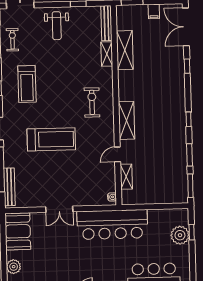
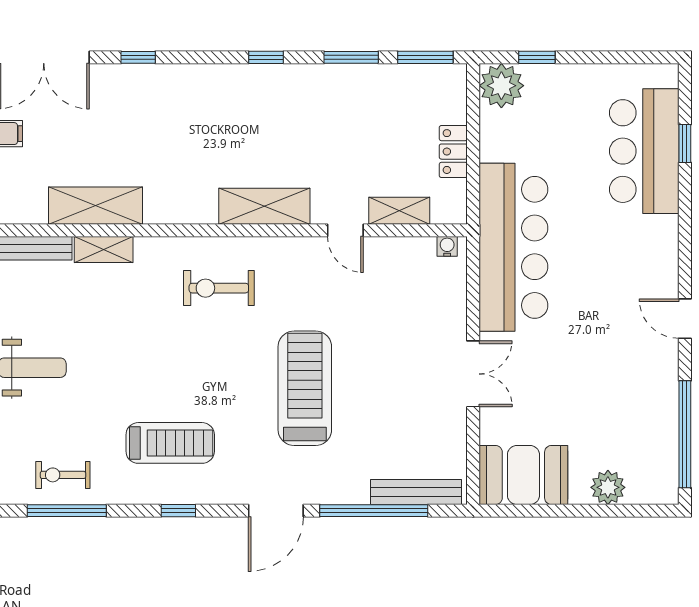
locker: (152, 198) -> (453, 152), added
plant: (180, 235) -> (501, 86), moved

